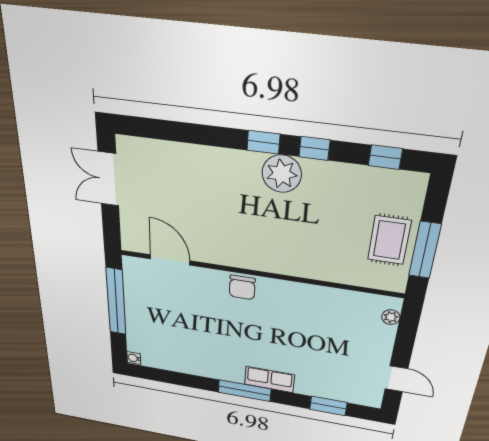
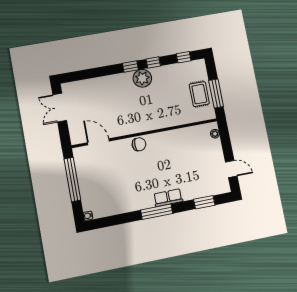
chair: (242, 287) -> (139, 144), turned -90

